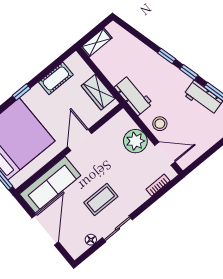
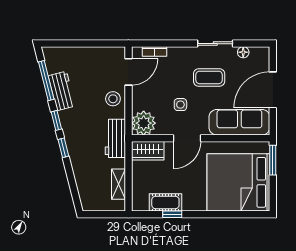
shelving: (96, 43) -> (118, 184), moved, turned 90
window: (21, 92) -> (172, 214), moved
wardrobe: (98, 92) -> (148, 151), moved, turned 90
plant: (135, 141) -> (144, 123), moved
door: (165, 154) -> (128, 72), swing flipped
side table: (105, 161) -> (180, 105), added

